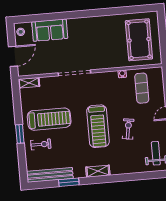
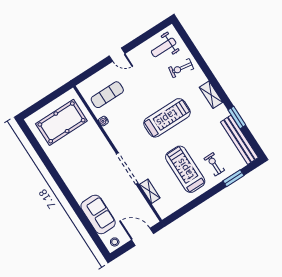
shelving: (29, 83) -> (150, 191), moved
exercise bike: (128, 129) -> (181, 68), moved
window: (20, 134) -> (233, 178), moved

